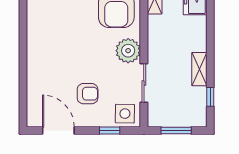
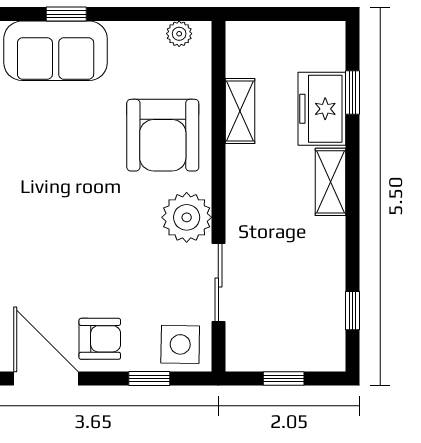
shelving: (199, 69) -> (330, 182), moved
armchair: (88, 94) -> (100, 339), moved
window: (176, 130) -> (284, 378), width x0.67

